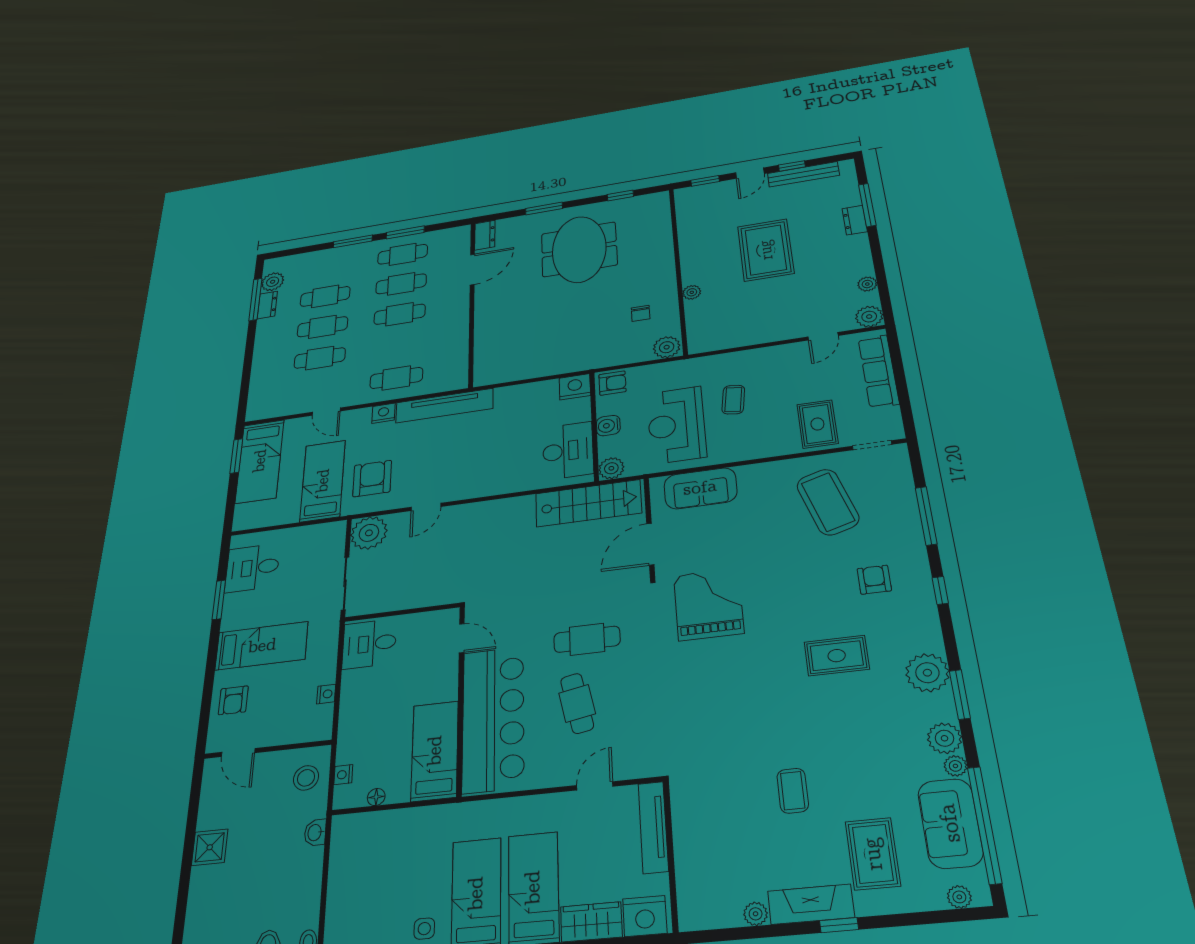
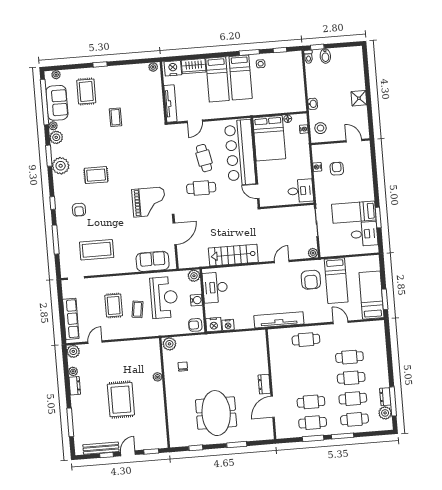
dresser: (855, 220) -> (75, 386), moved
dresser: (485, 235) -> (264, 384), moved
cafe table: (400, 314) -> (354, 419), moved
nightstand: (383, 413) -> (228, 325), moved
rug: (817, 424) -> (114, 306), moved
coffee table: (828, 502) -> (97, 250), turned -73
stairs: (588, 503) -> (233, 255), moved
plant: (369, 533) -> (313, 253), width x0.53, depth x0.53
grand piano: (708, 604) -> (149, 202), turned -90
bed: (262, 646) -> (354, 212), moved
armchair: (233, 700) -> (337, 169), moved
bed: (435, 751) -> (269, 138), width x1.50
fireplace: (811, 904) -> (110, 72), removed
plant: (756, 914) -> (153, 67), moved

